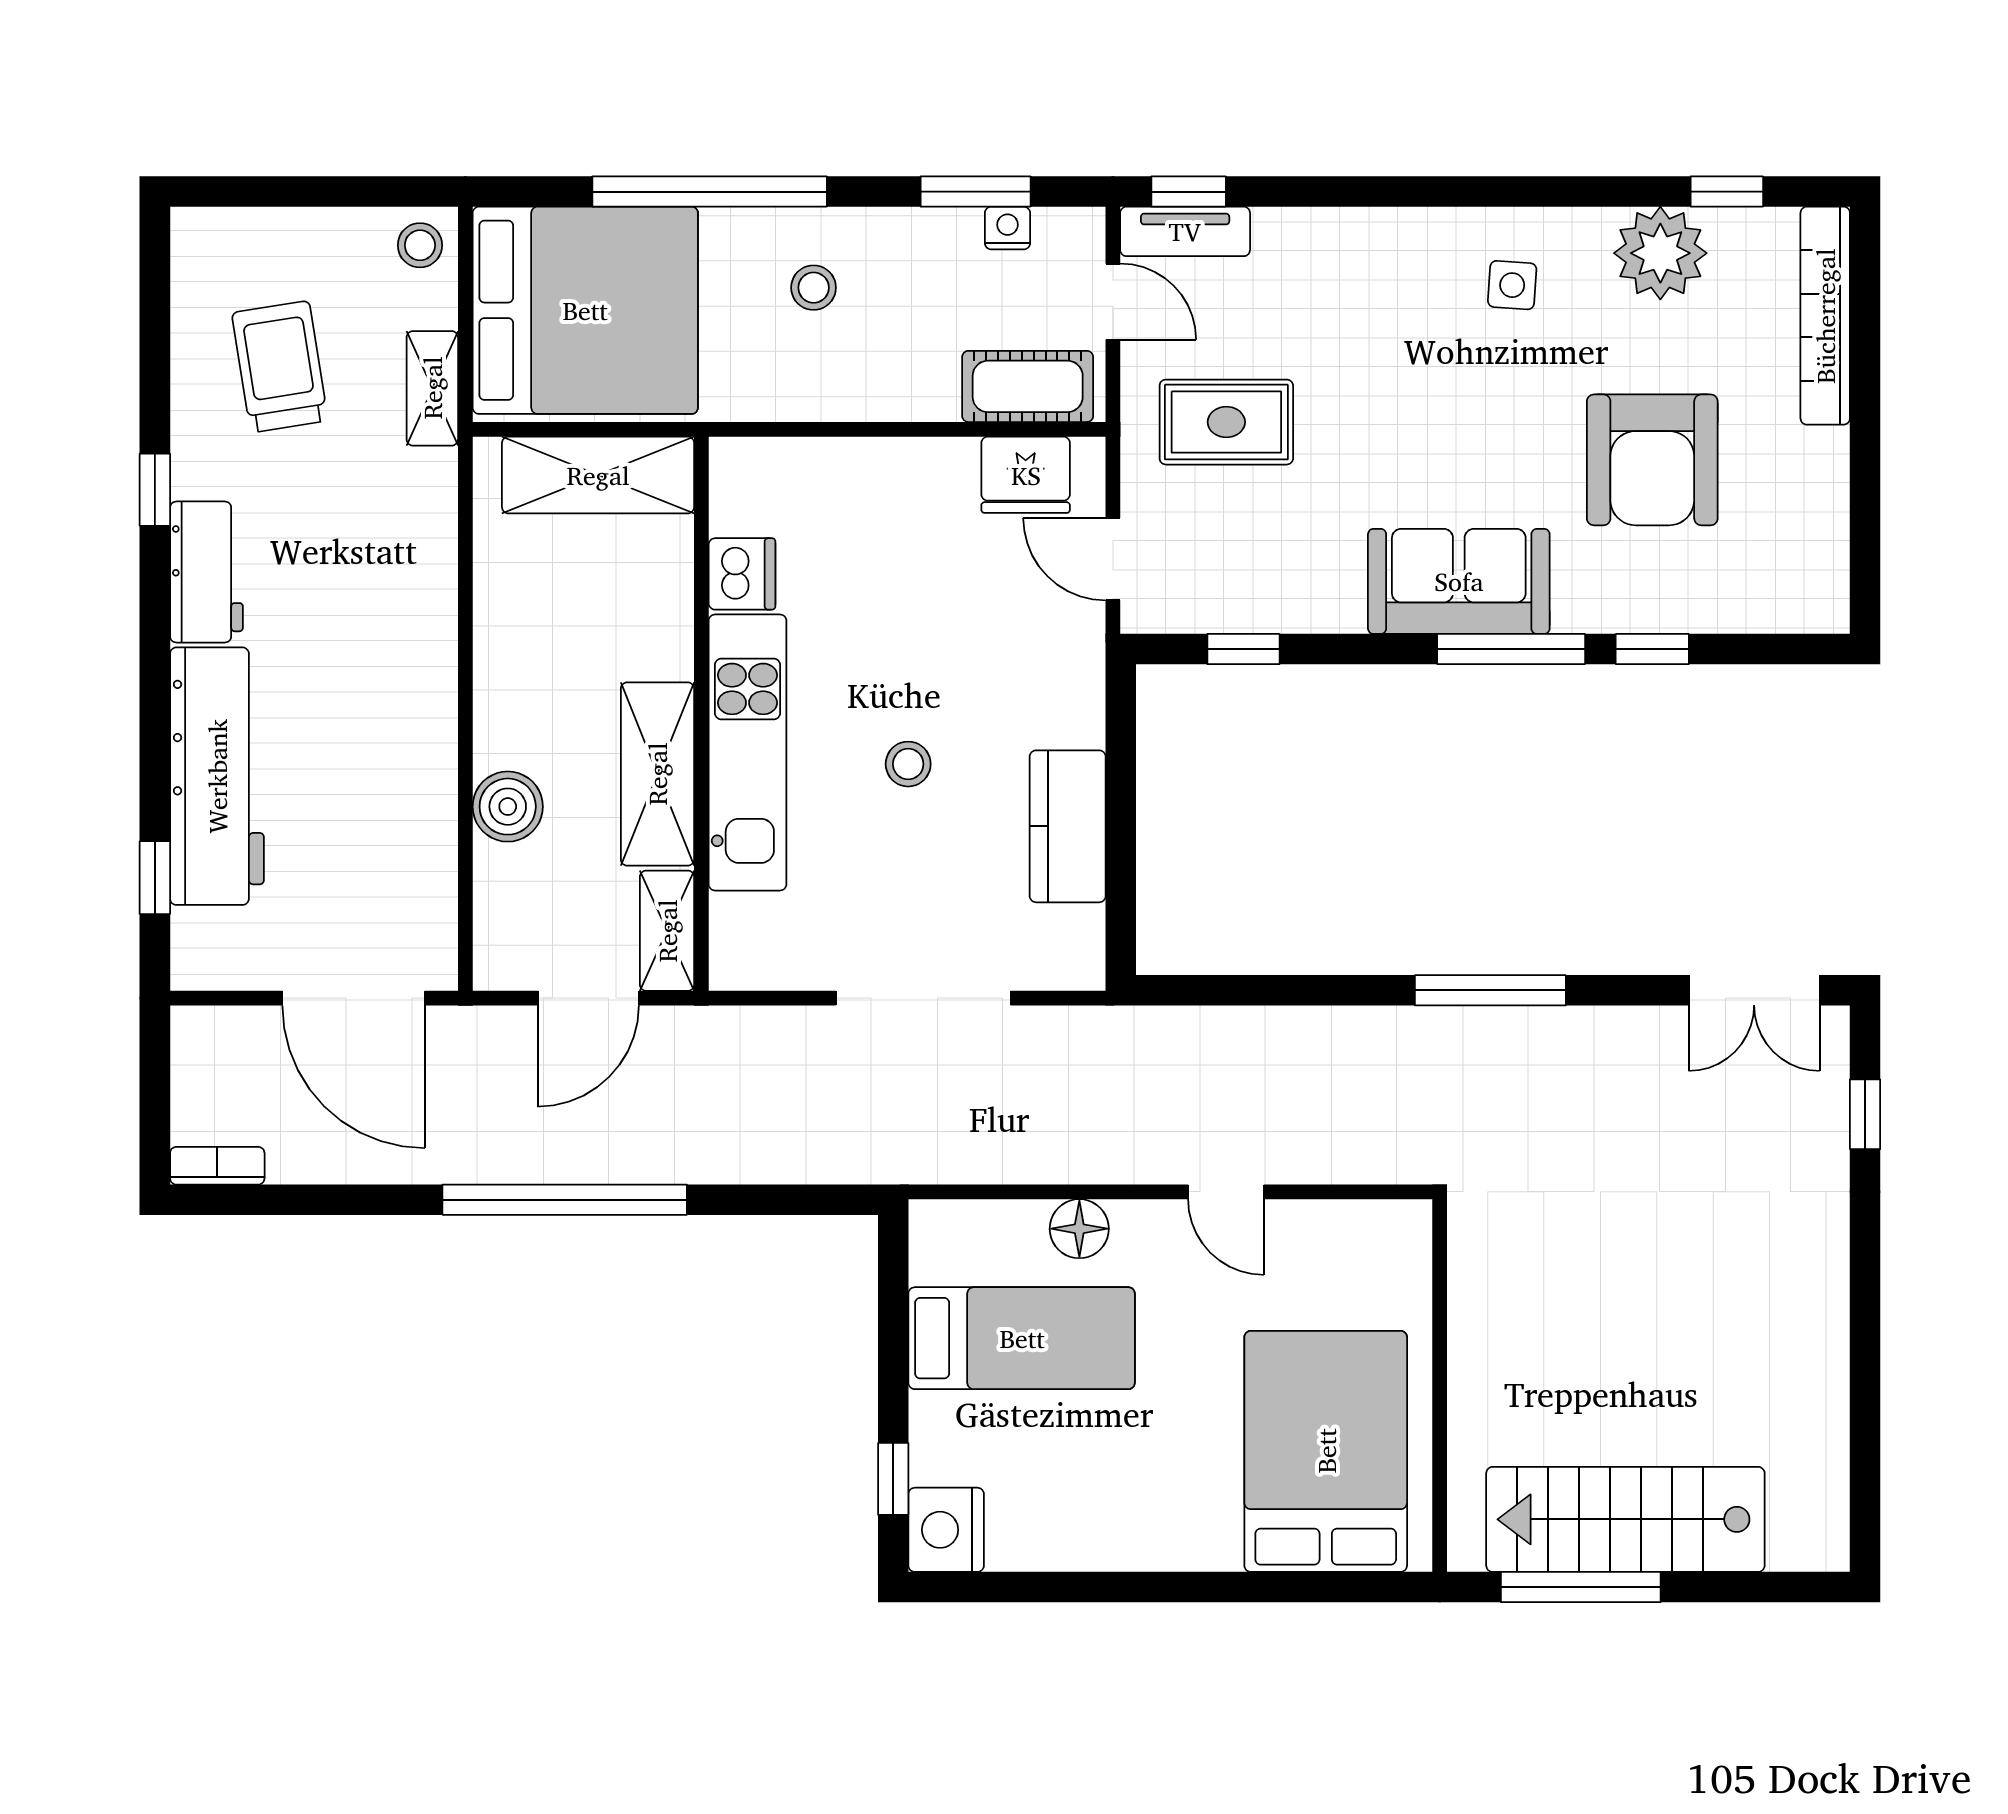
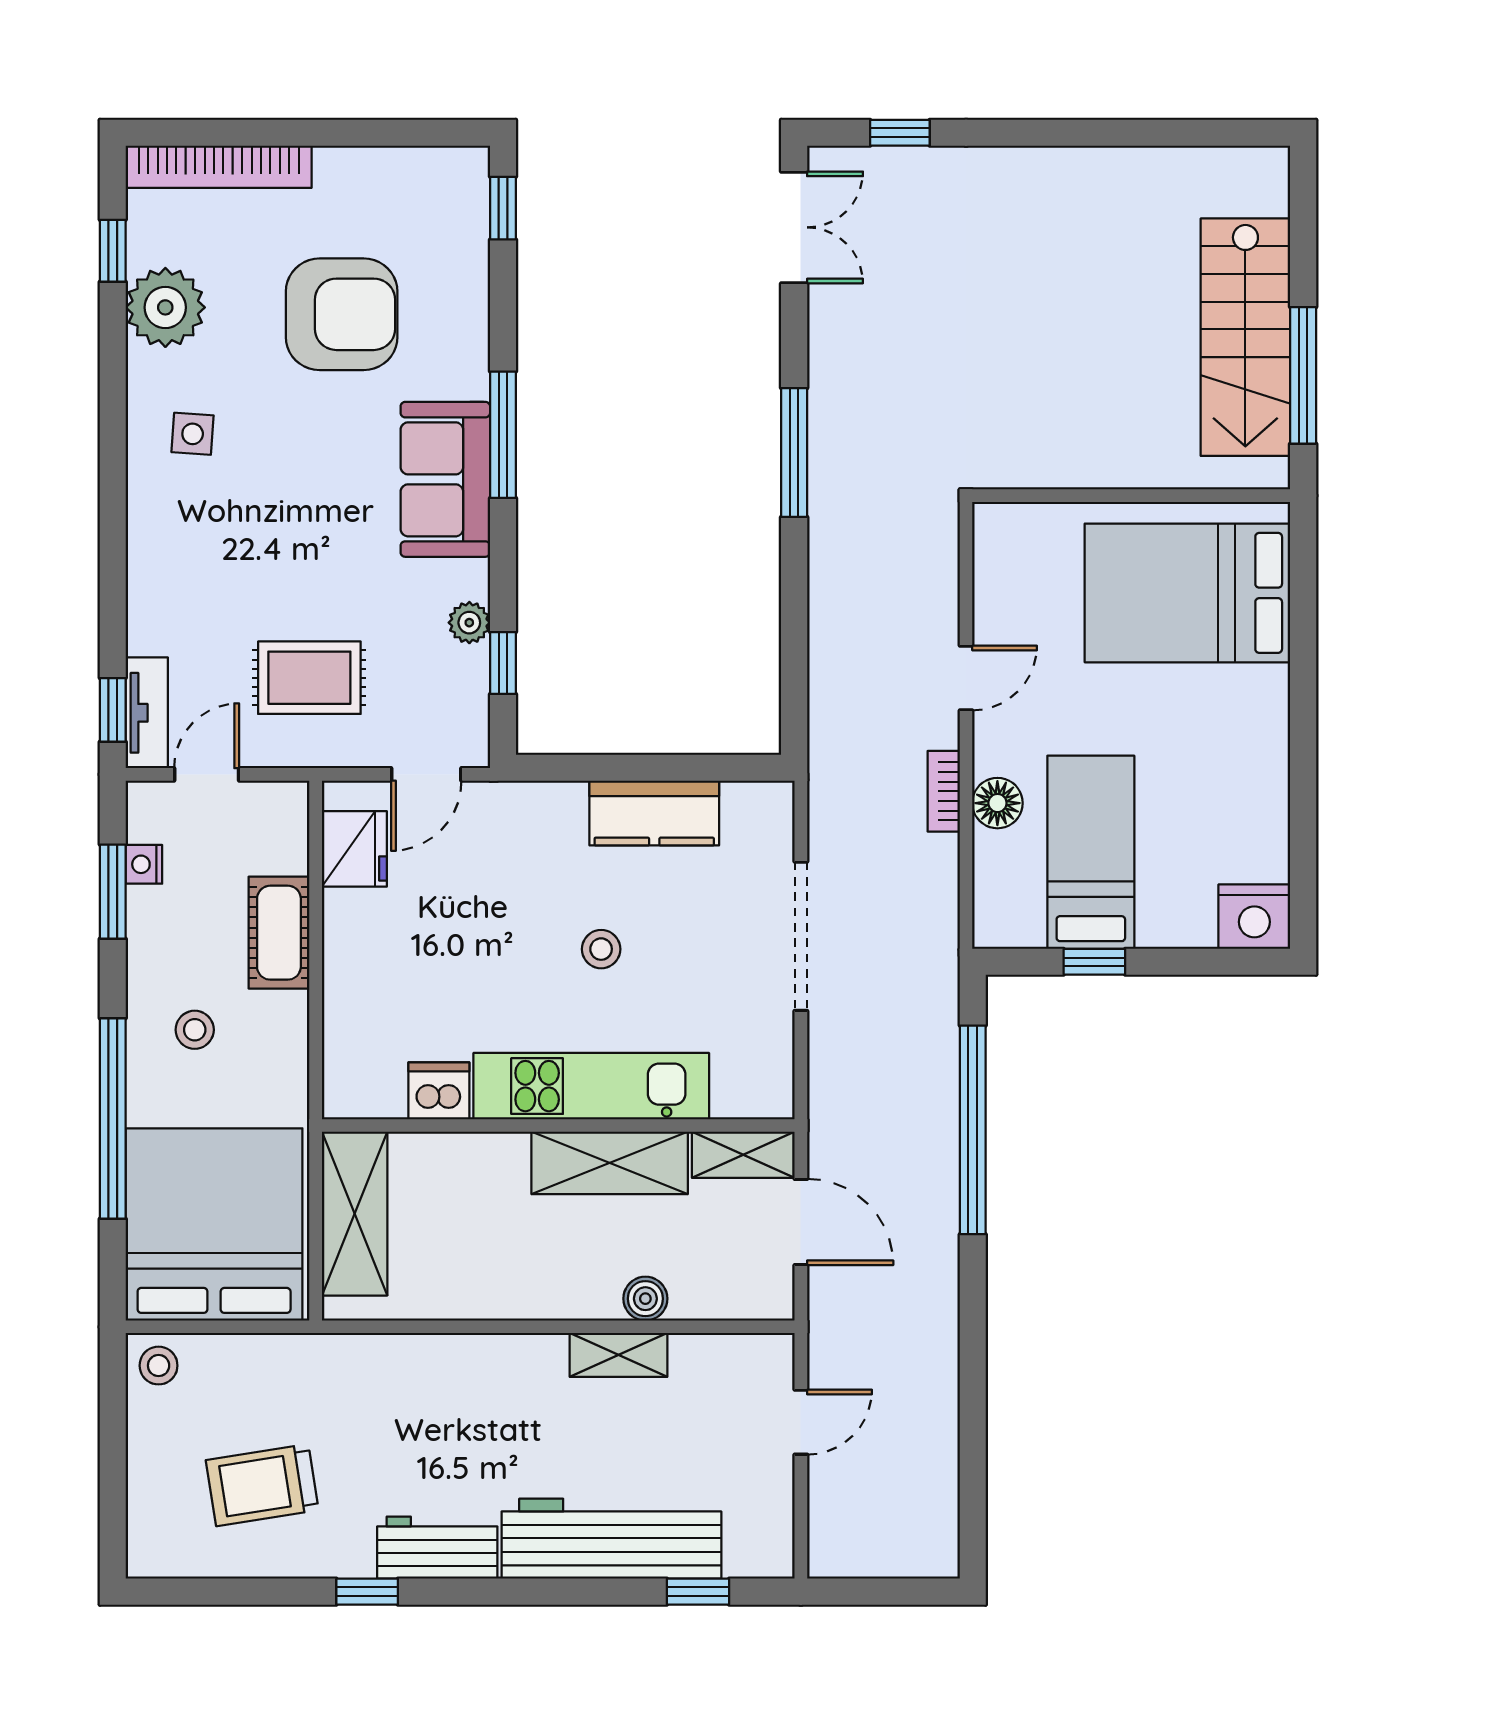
cot: (1028, 386) -> (279, 933), moved
shelving: (432, 388) -> (618, 1355), moved
rug: (1226, 422) -> (309, 678), turned 90
plant: (1291, 610) -> (469, 623), added
window: (1652, 649) -> (503, 208), moved
boiler: (508, 807) -> (645, 1299), width x0.73, depth x0.73
door: (354, 998) -> (801, 1422), width x0.53
bookcase: (217, 1166) -> (944, 791), moved
window: (565, 1200) -> (973, 1130), moved
window: (893, 1479) -> (1094, 962), moved

